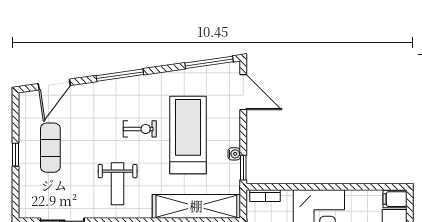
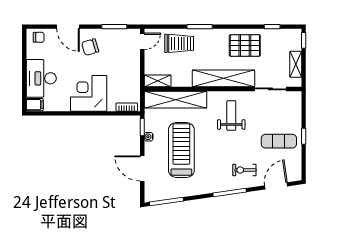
door: (243, 92) -> (142, 168), moved
exercise bike: (140, 129) -> (244, 170), moved
treadmill: (188, 135) -> (181, 150), turned 180
exercise mat: (50, 148) -> (279, 141), turned 90

